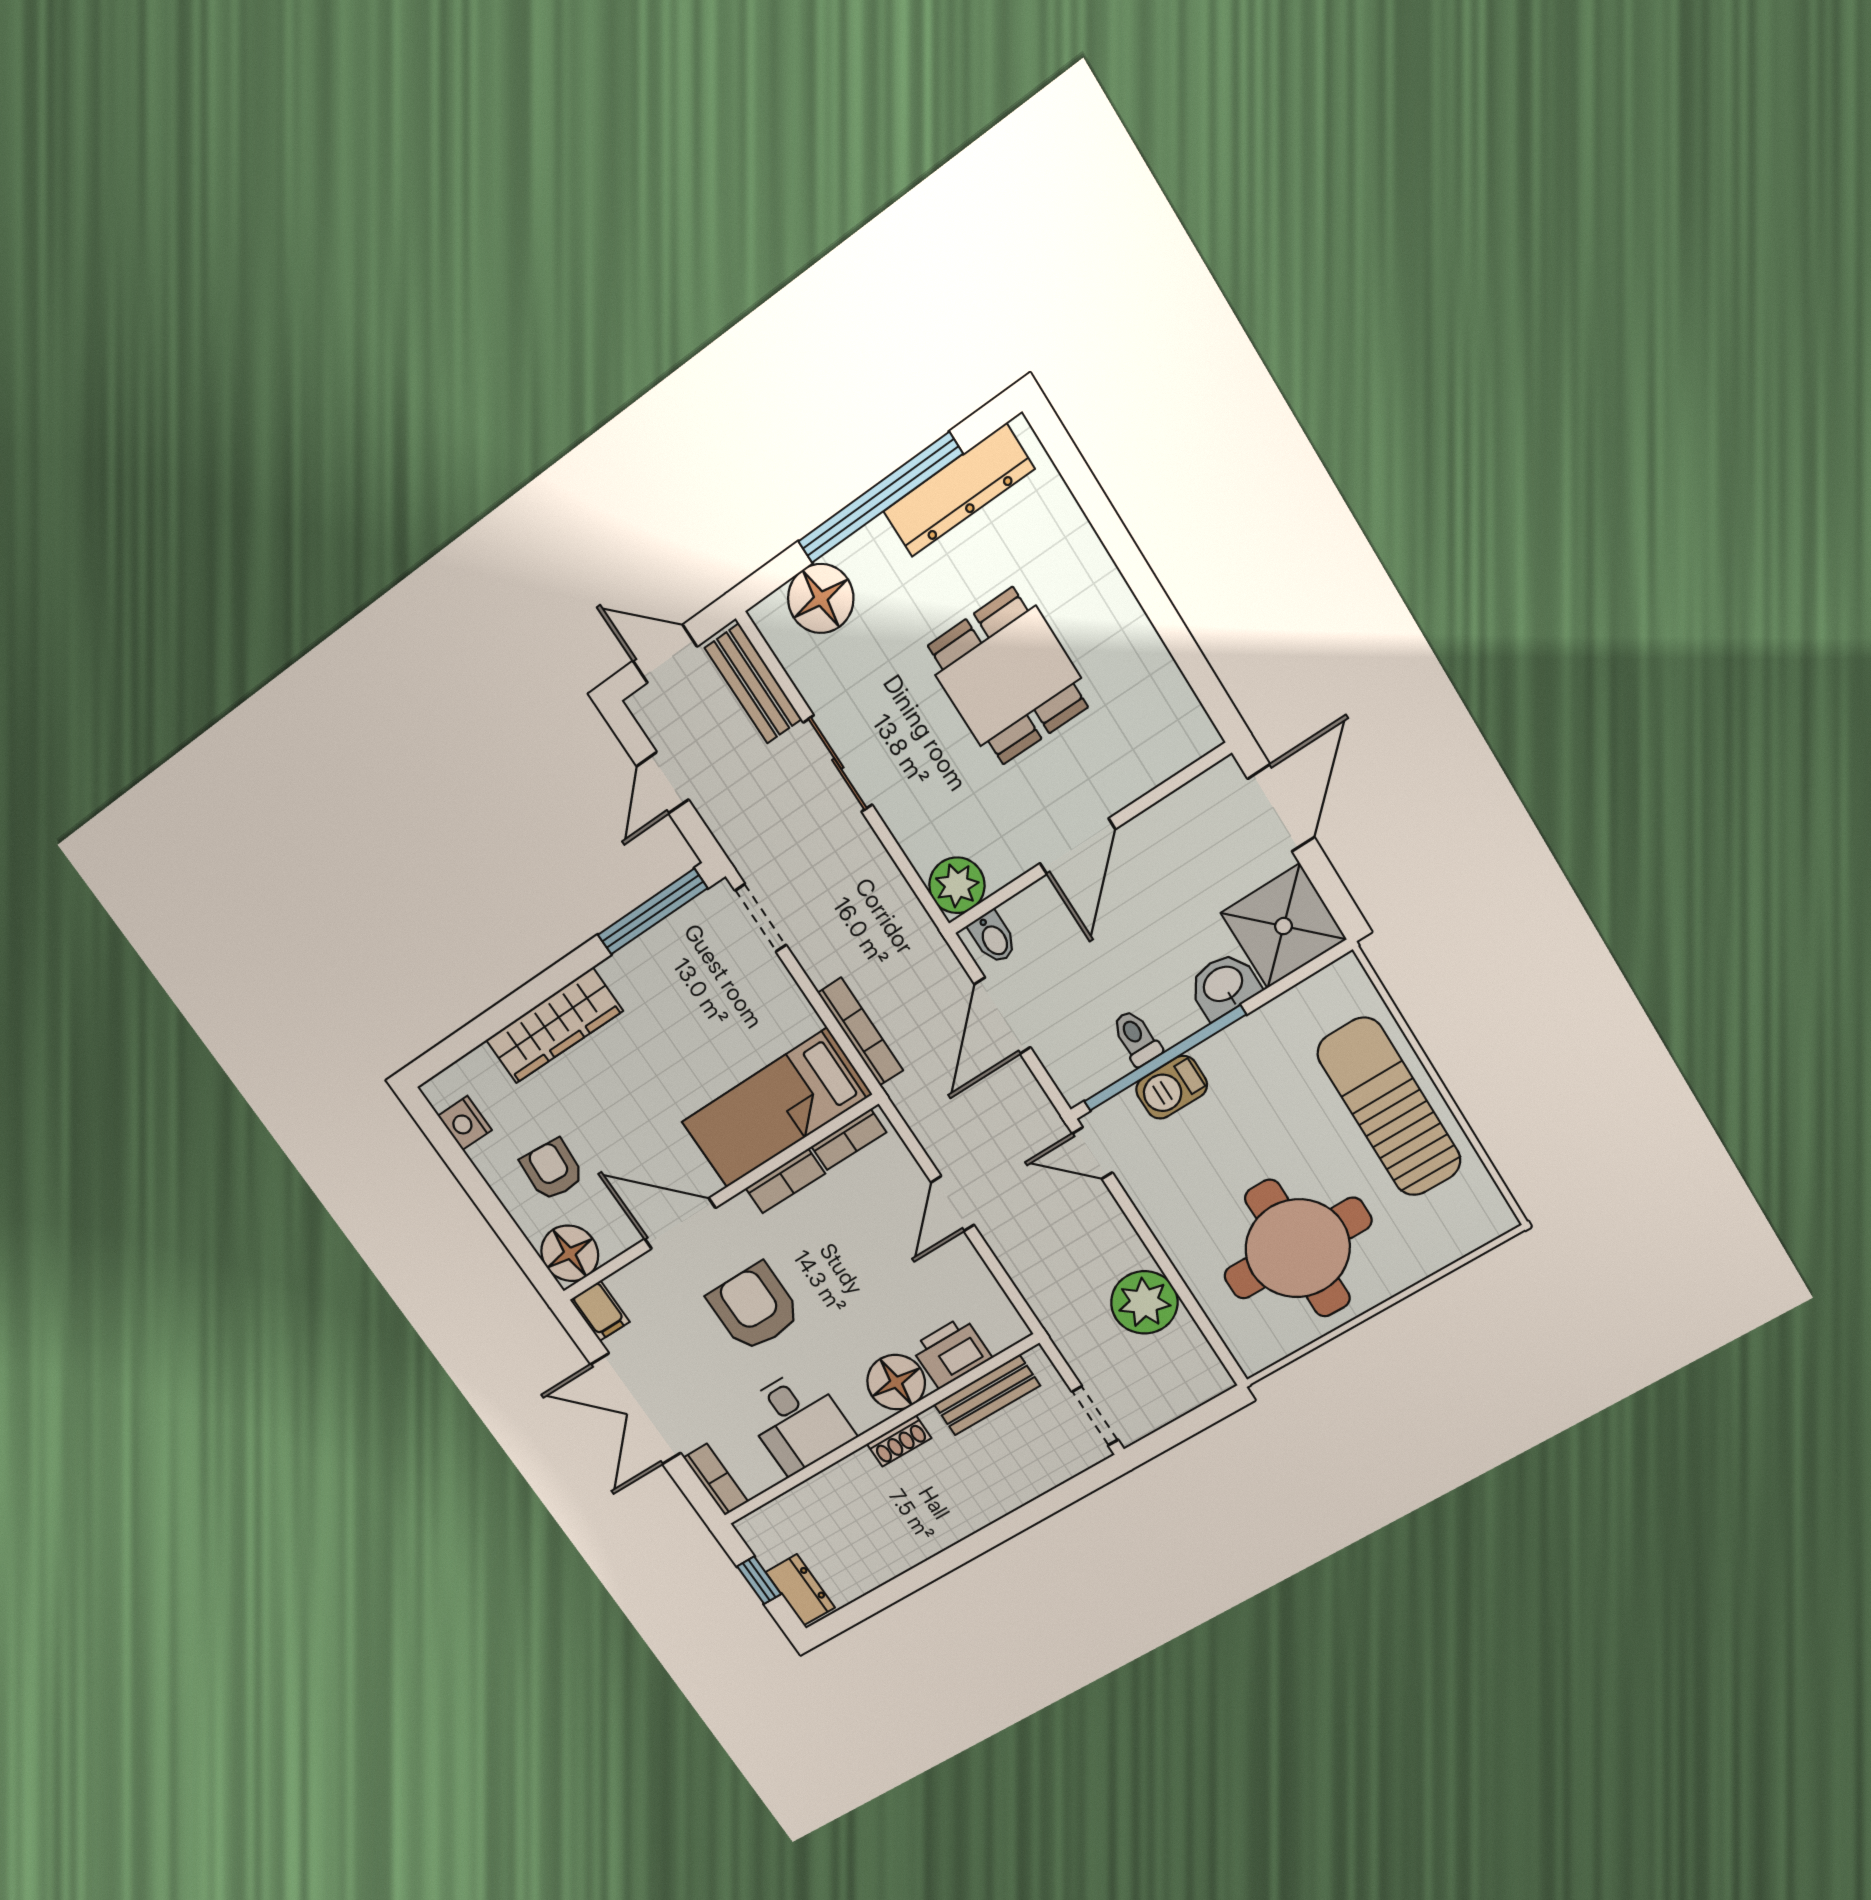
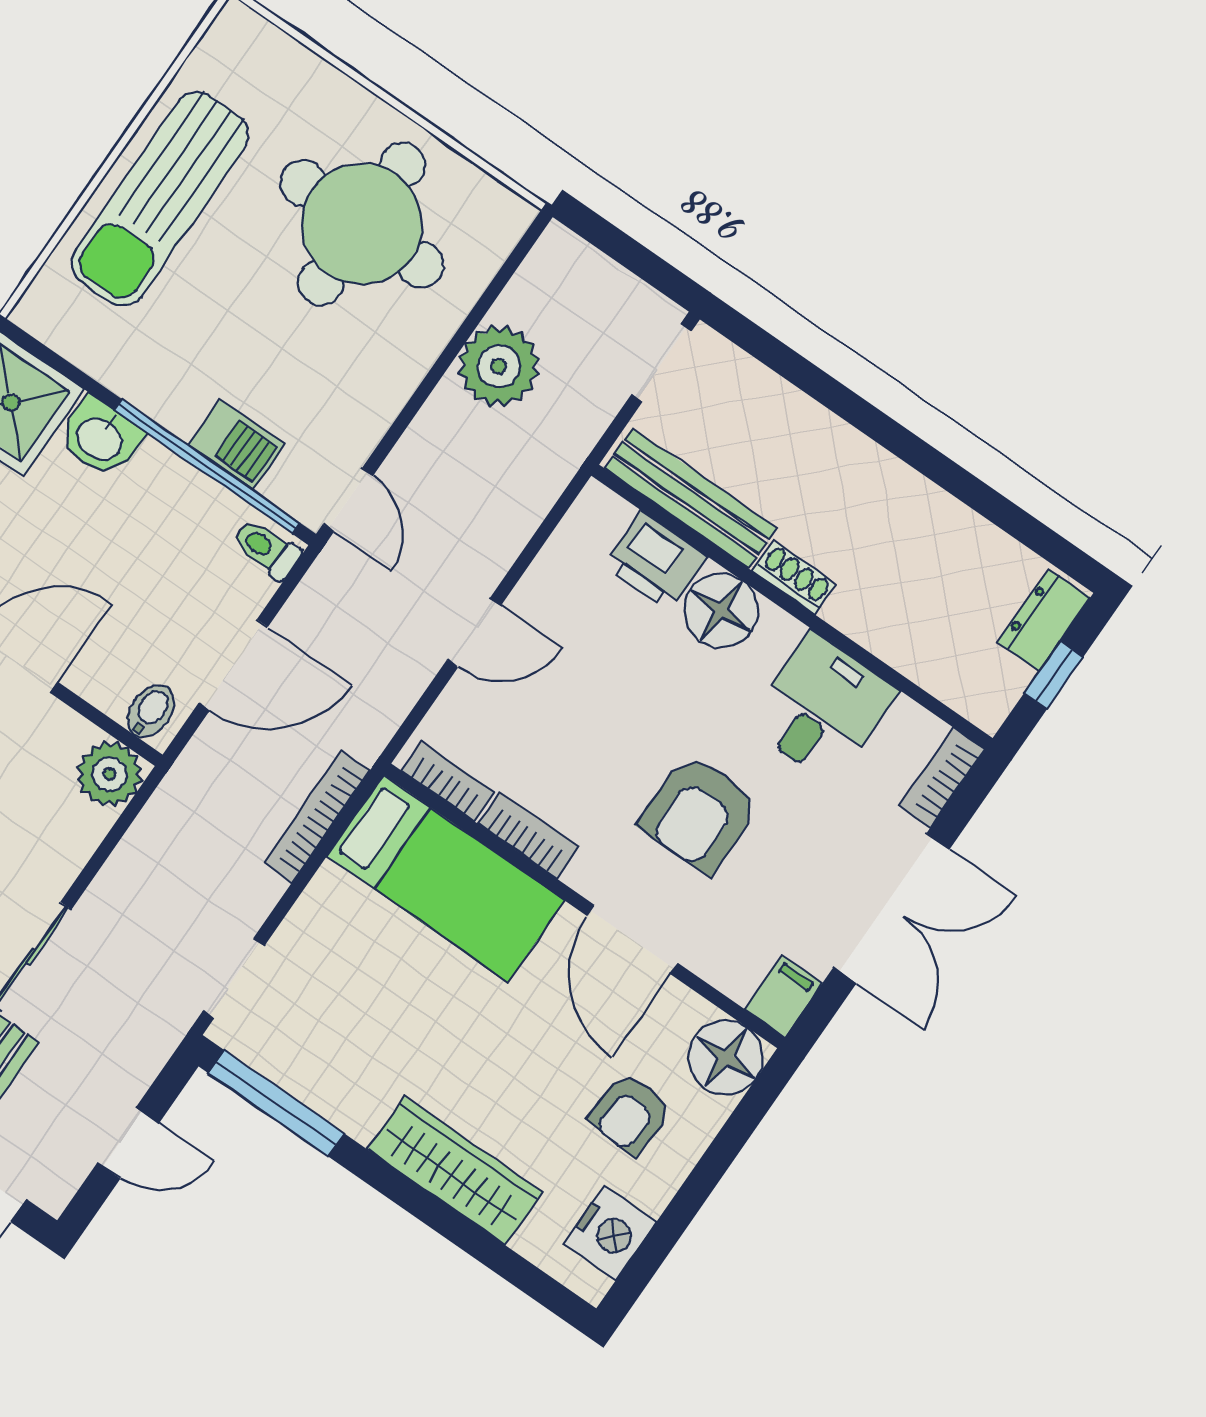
toilet: (1136, 1038) -> (266, 549), moved, turned 90
nightstand: (465, 1123) -> (610, 1233), width x1.36, depth x1.33
bench: (987, 1395) -> (691, 498), width x1.36

